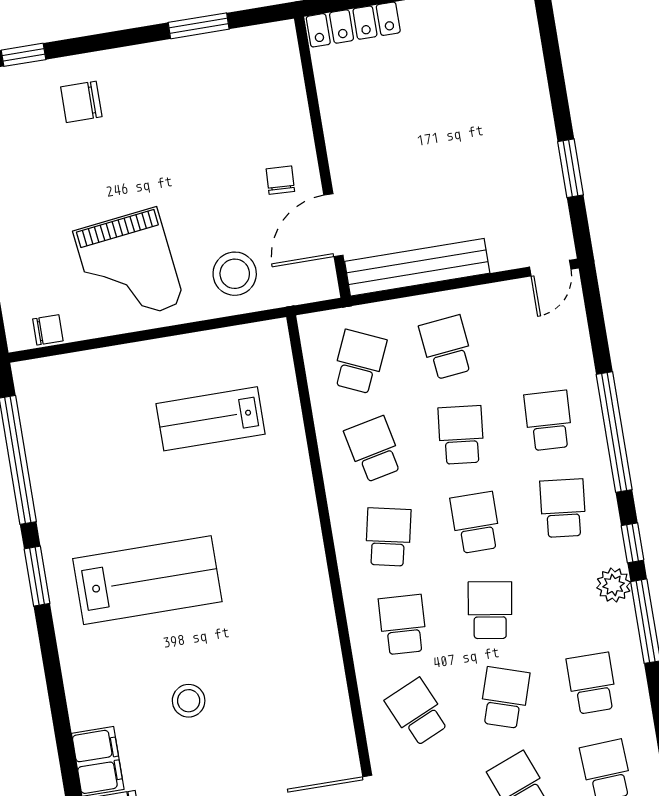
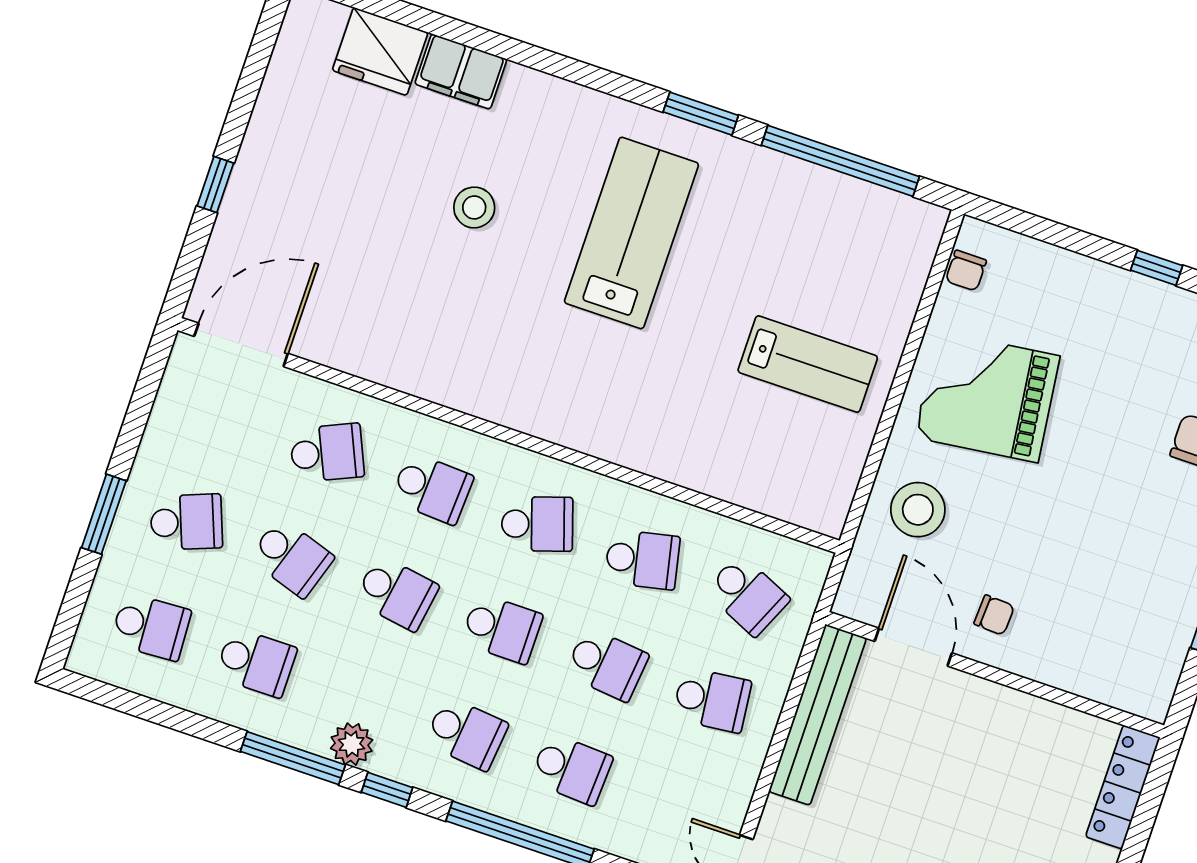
lab bench: (211, 419) -> (808, 364), moved, turned 90
school desk: (388, 537) -> (537, 524), turned -30
lab bench: (147, 580) -> (631, 233), turned 180

